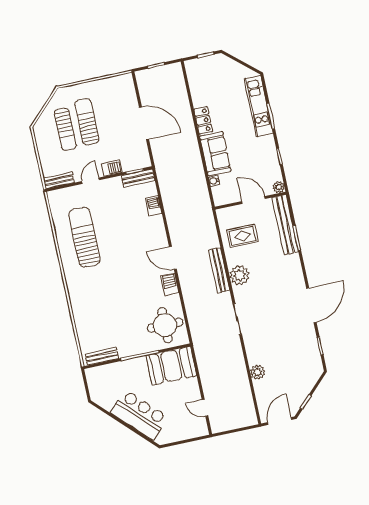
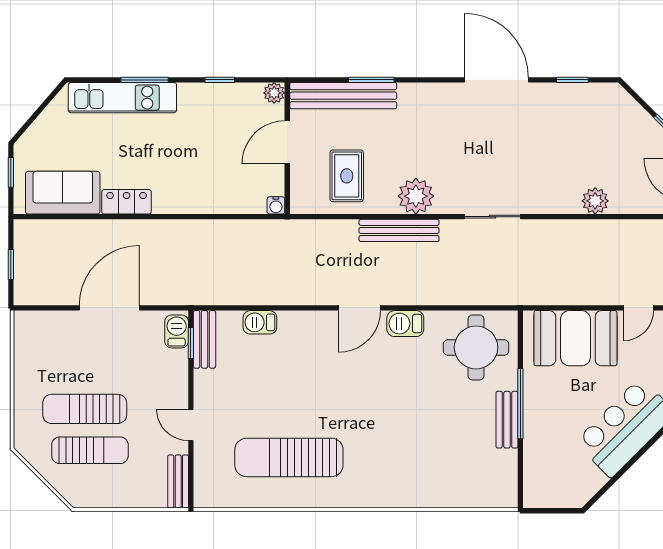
sofa: (215, 154) -> (63, 193), moved
barbecue: (112, 168) -> (177, 331), moved
water cooler: (214, 181) -> (276, 205), moved
bench: (102, 356) -> (507, 420), moved
booth: (171, 366) -> (575, 338), moved, turned 90

